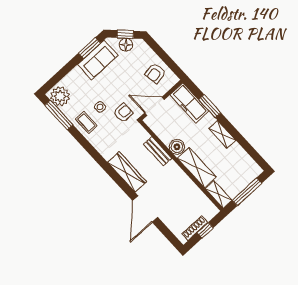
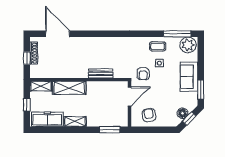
sofa: (98, 60) -> (189, 77), moved
freezer: (189, 103) -> (47, 119), moved
window: (210, 106) -> (110, 130), moved
boiler: (177, 147) -> (93, 87), removed
wardrobe: (127, 172) -> (105, 43), removed
window: (247, 192) -> (27, 105), width x0.46
door: (145, 209) -> (58, 34), moved

